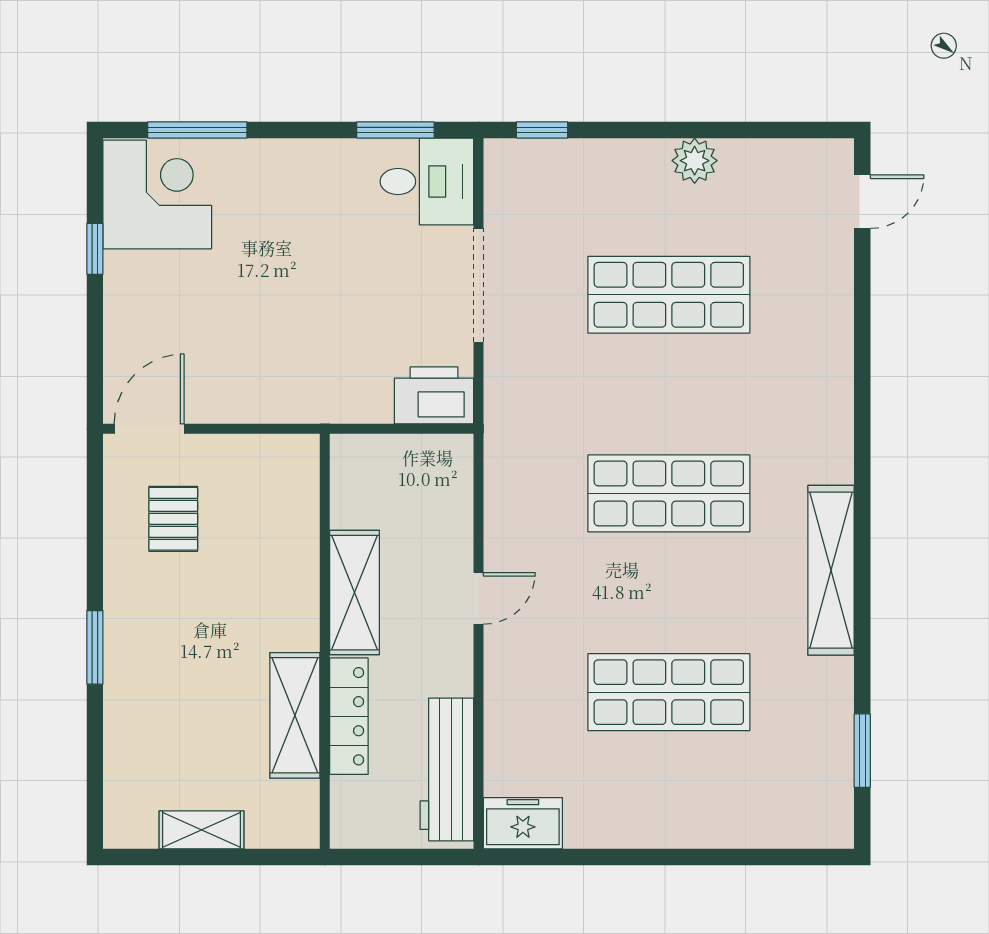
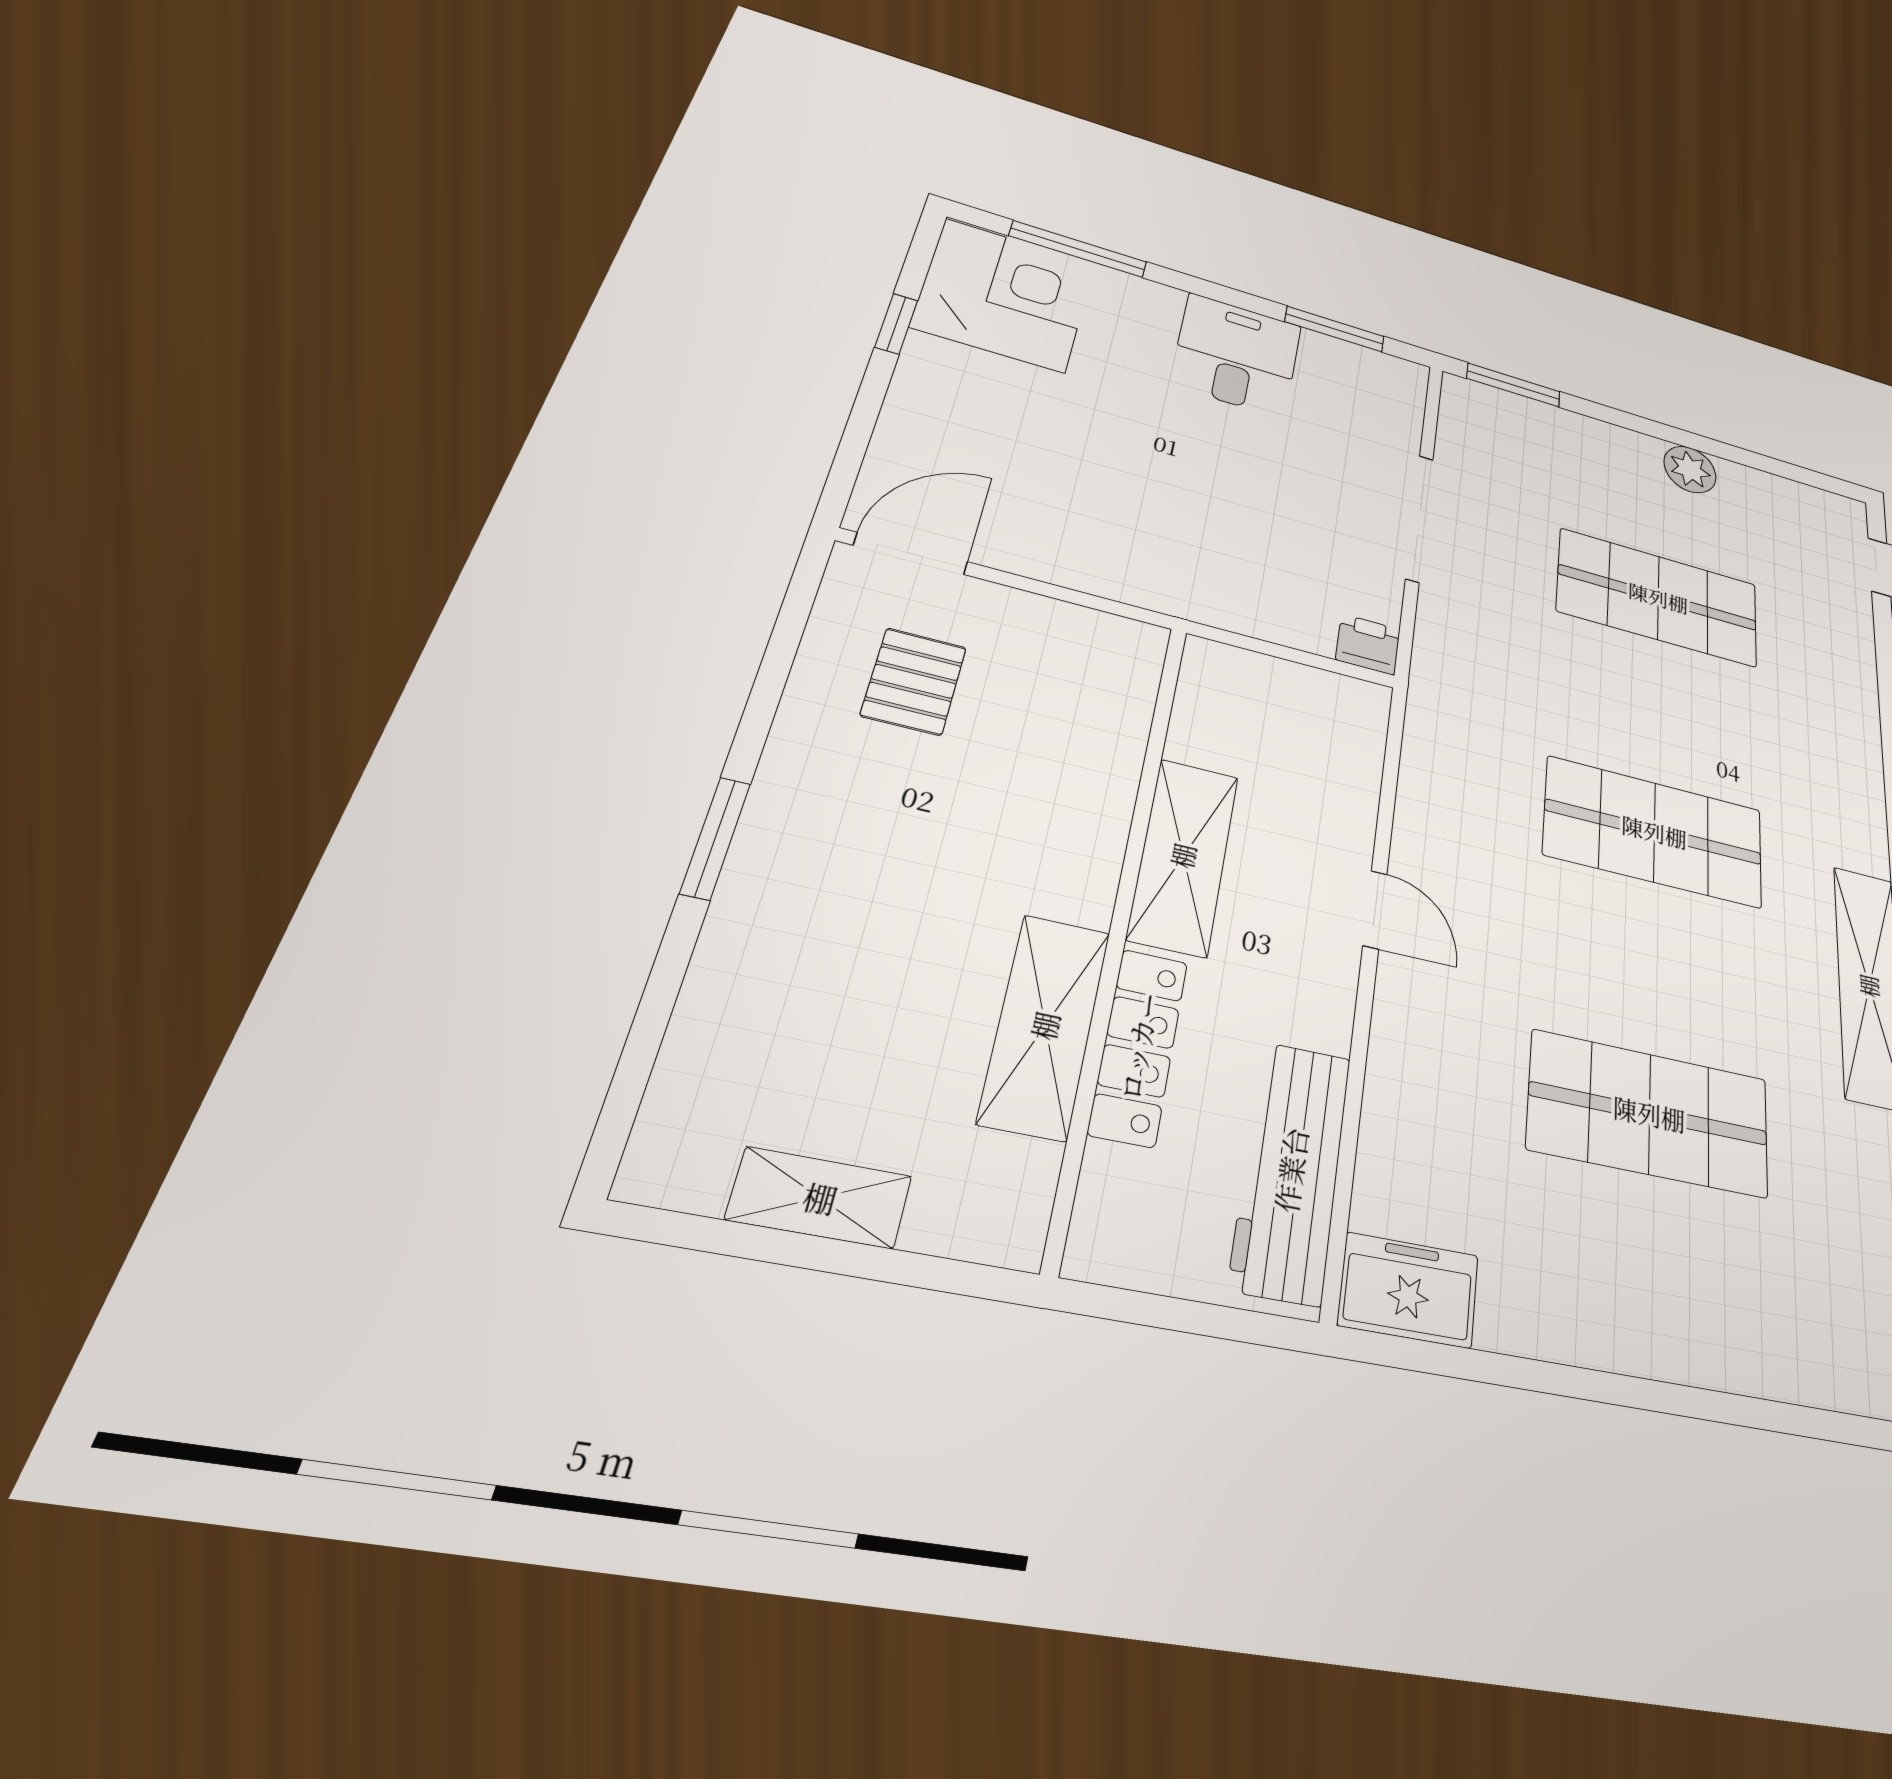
window: (542, 130) -> (1514, 385), width x1.50
desk: (427, 181) -> (1237, 355), moved, turned -90
printer: (434, 395) -> (1368, 644), width x0.53, depth x0.68
door: (479, 598) -> (1375, 910), hinge flipped

